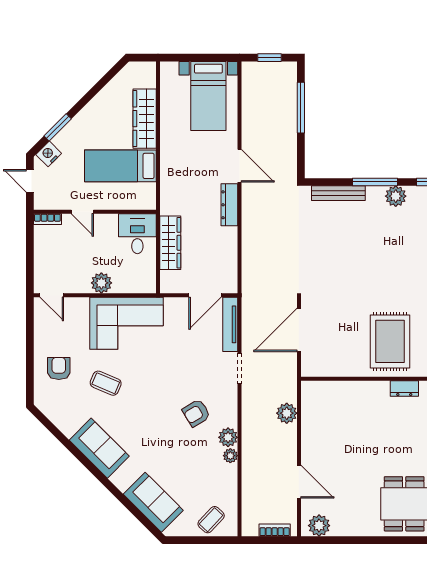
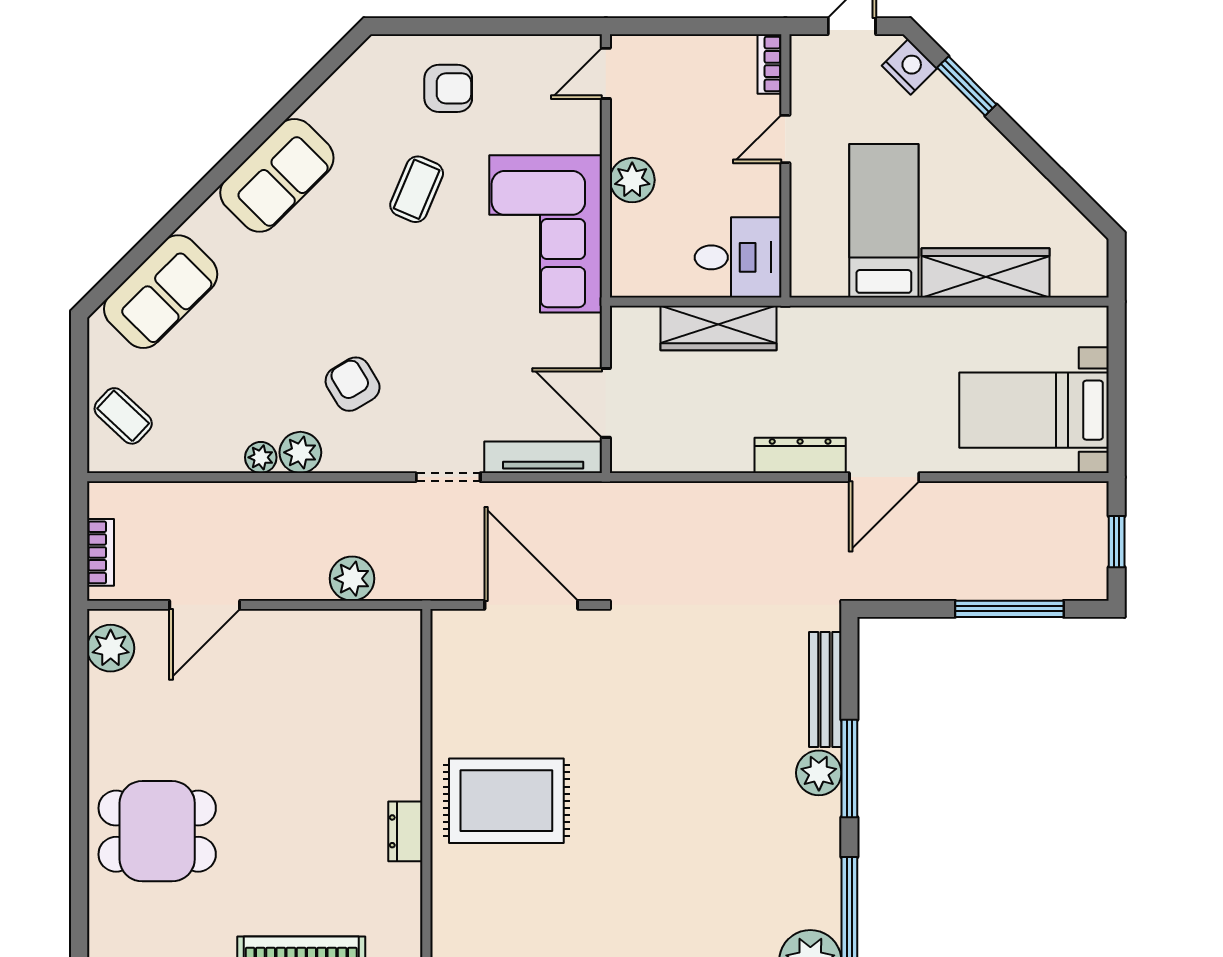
plant: (396, 196) -> (819, 773), moved

